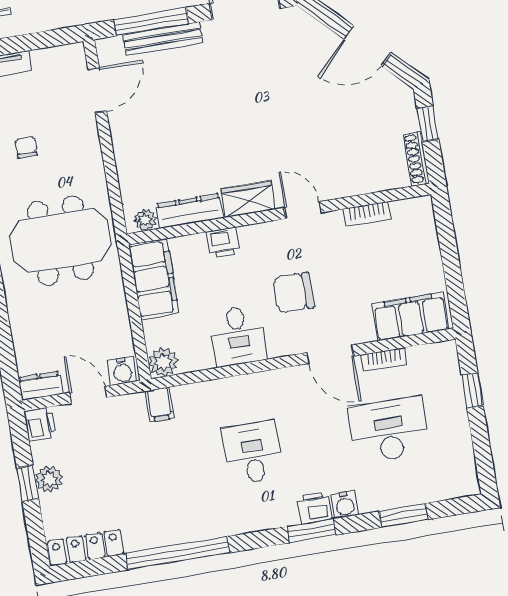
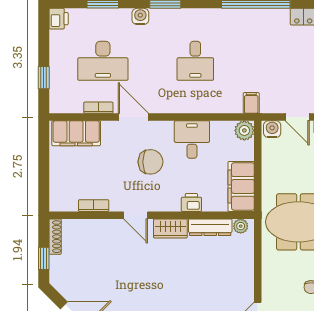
printer: (315, 508) -> (59, 19), moved, turned -90

